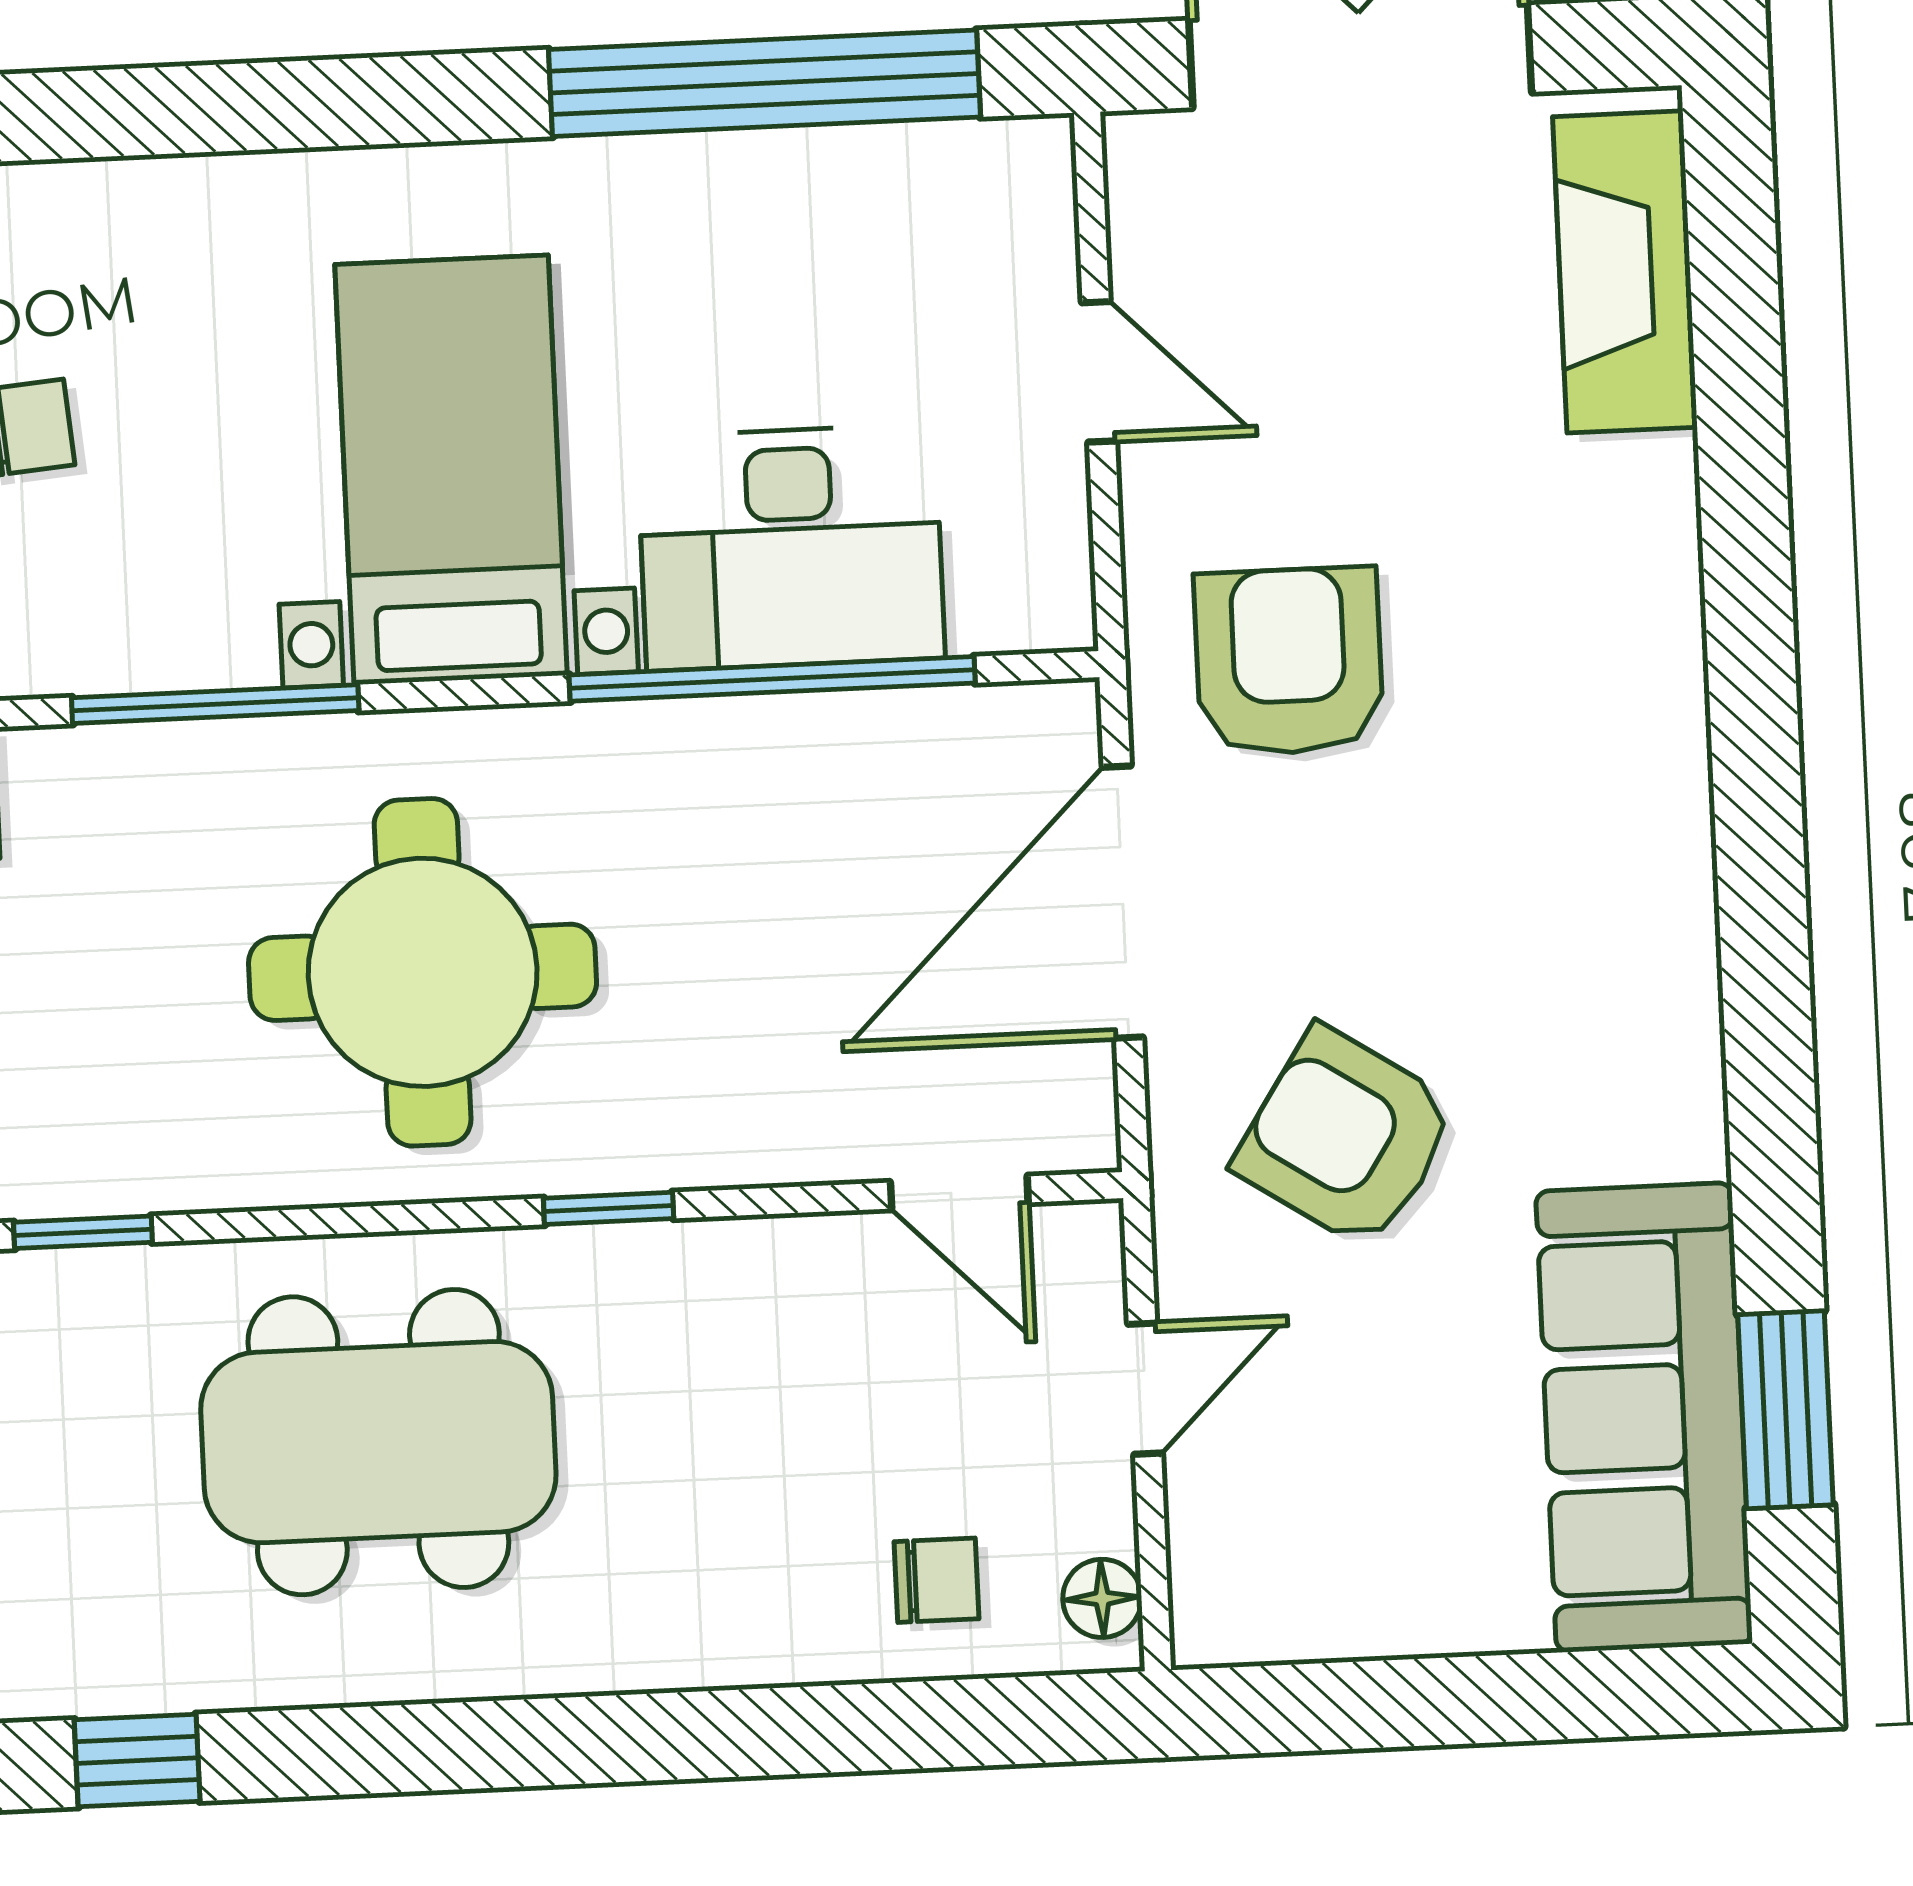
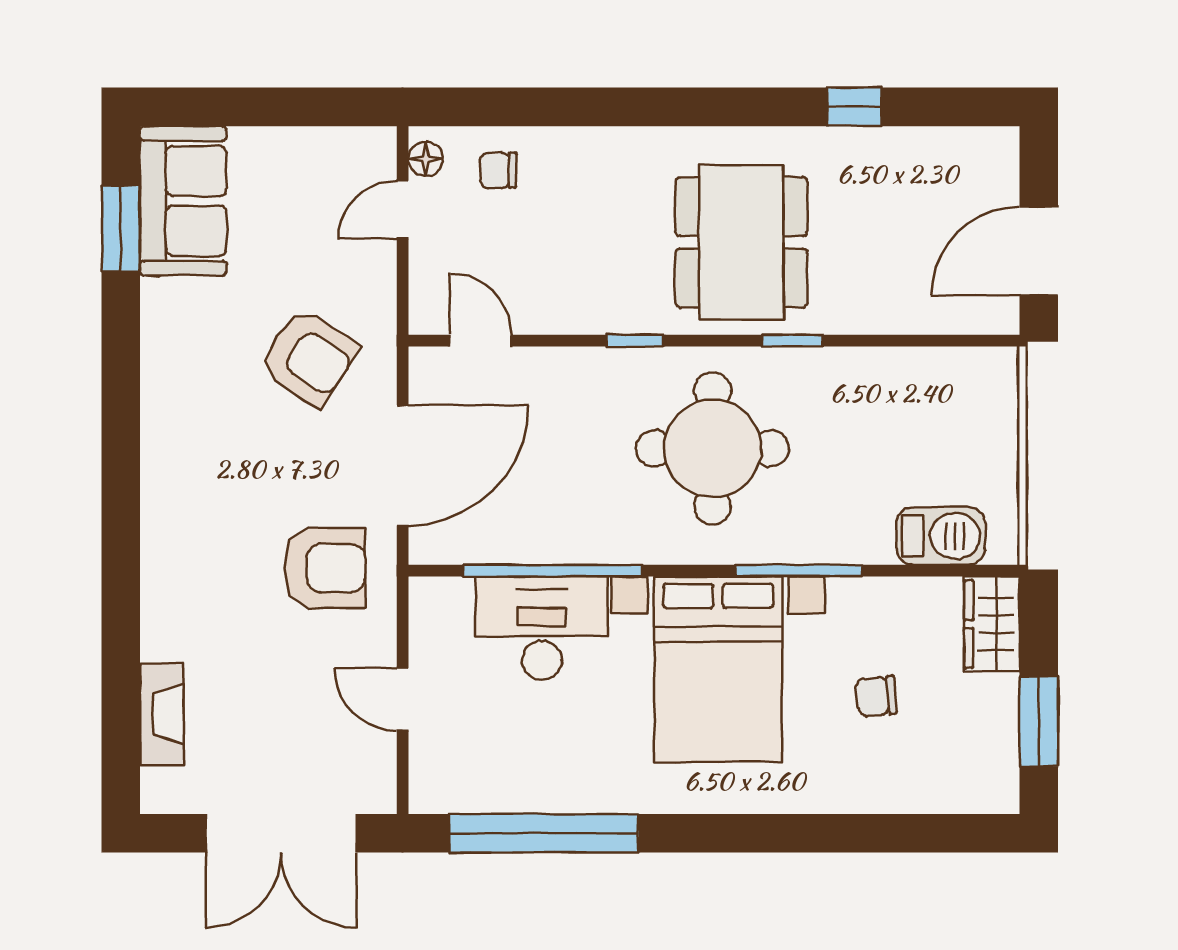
fireplace: (1625, 272) -> (162, 714), width x0.73, depth x0.76
bed with nightstands: (451, 470) -> (718, 669), width x1.36
armchair: (1289, 661) -> (325, 568), turned -90
window: (83, 1232) -> (792, 341), moved
door: (1145, 1389) -> (403, 210), moved
sofa: (1644, 1417) -> (183, 201), width x0.73
dining table: (378, 1442) -> (741, 242), turned 90

